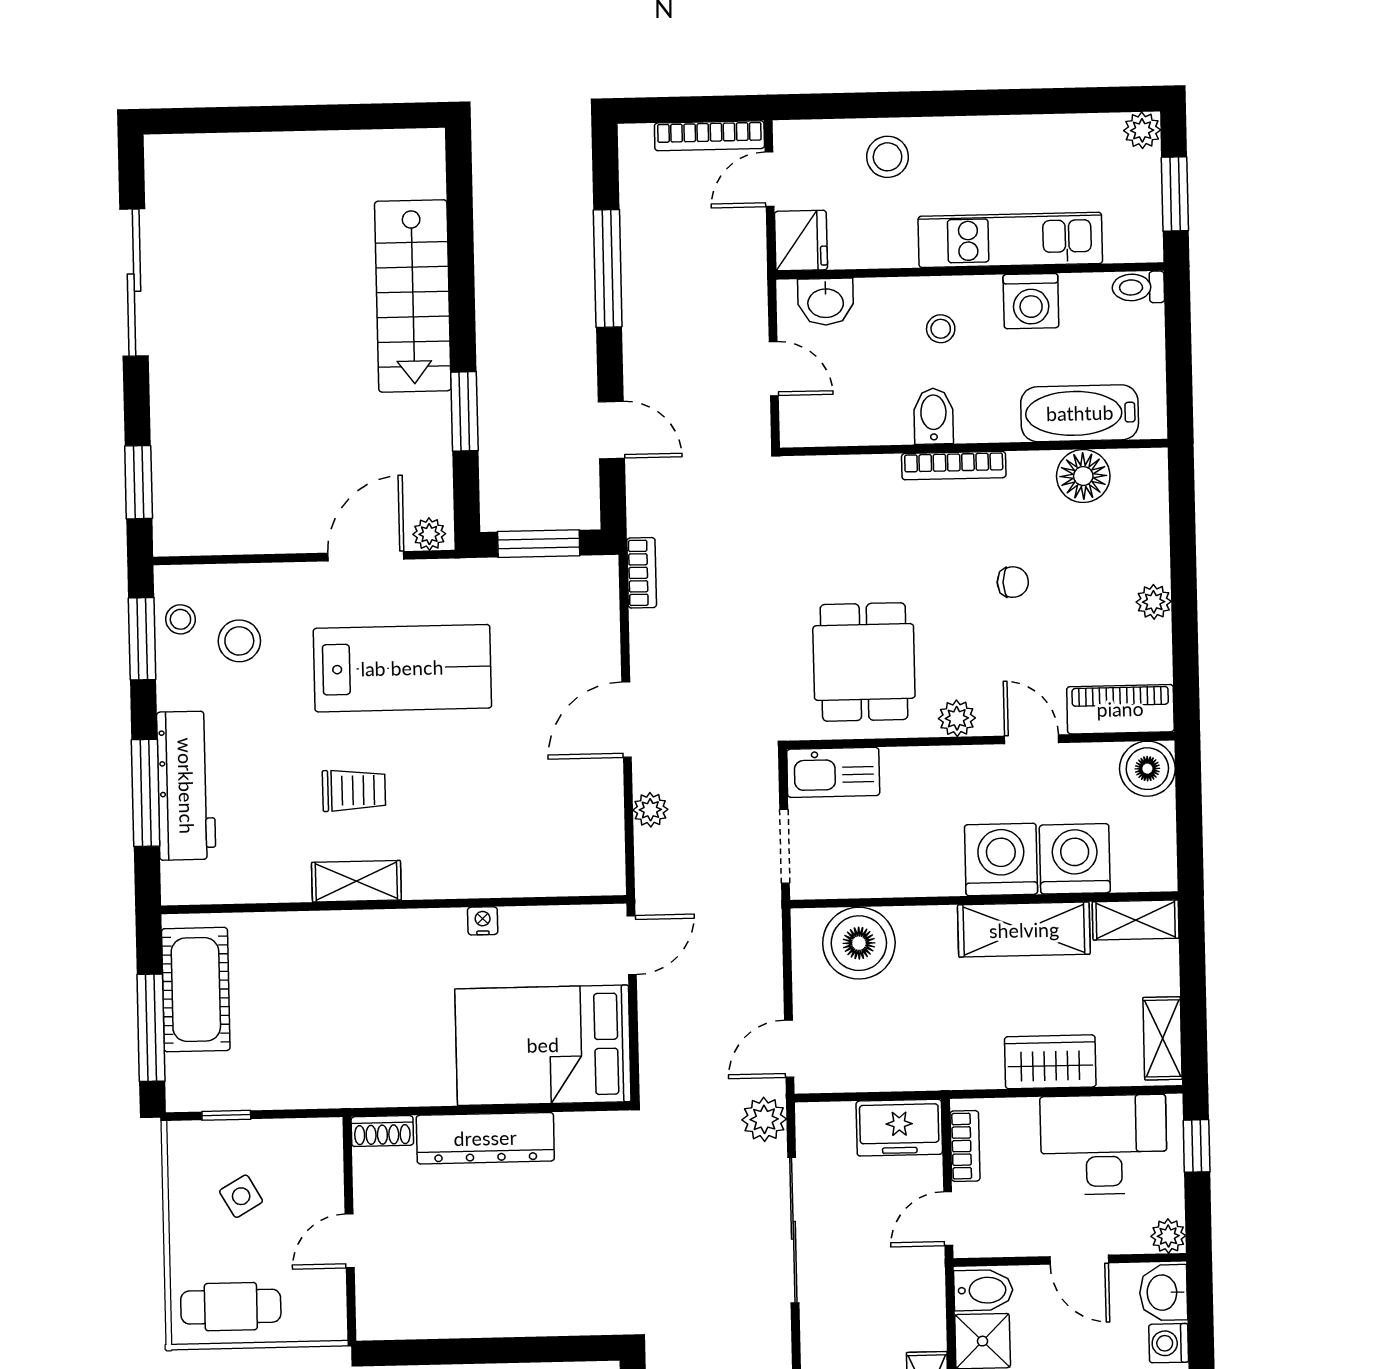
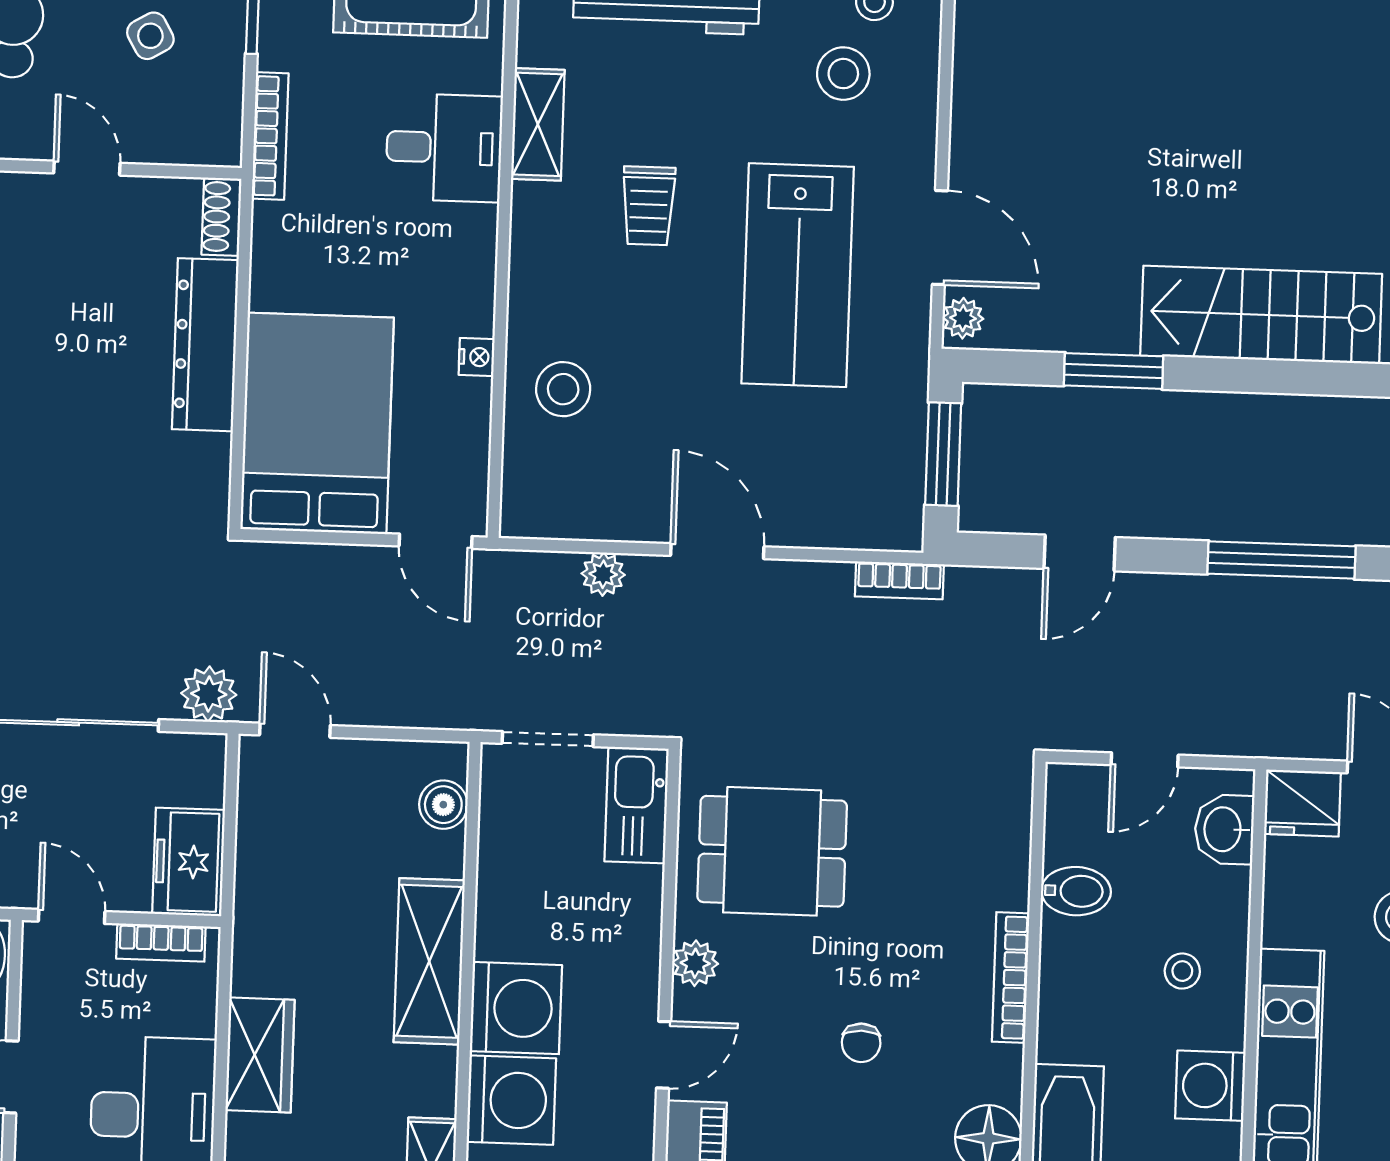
bidet: (933, 416) -> (1076, 891), moved
stool: (504, 850) -> (563, 389), added
shelving: (356, 881) -> (538, 124), moved
shelving: (1024, 930) -> (429, 961), moved
boiler: (859, 943) -> (443, 805), width x0.54, depth x0.54
desk: (317, 956) -> (444, 148), added
bookcase: (316, 1096) -> (270, 136), added

